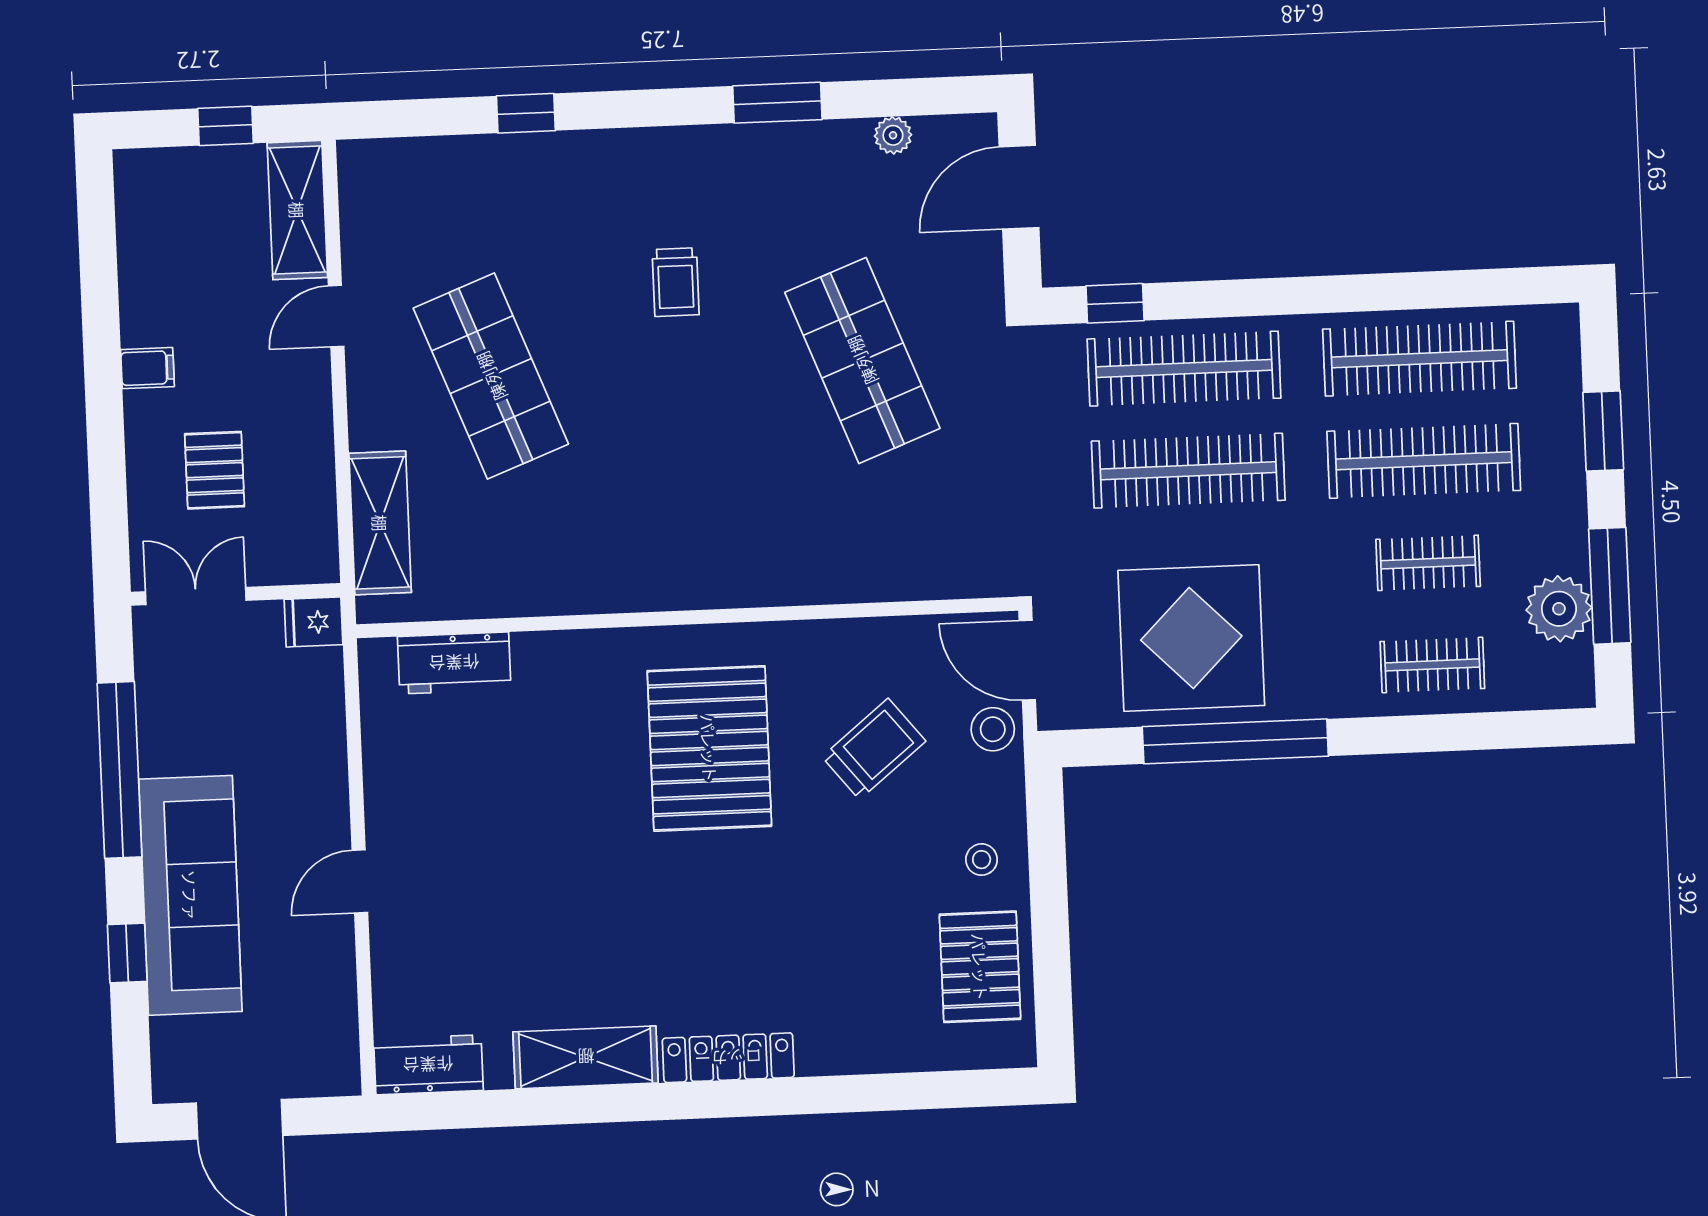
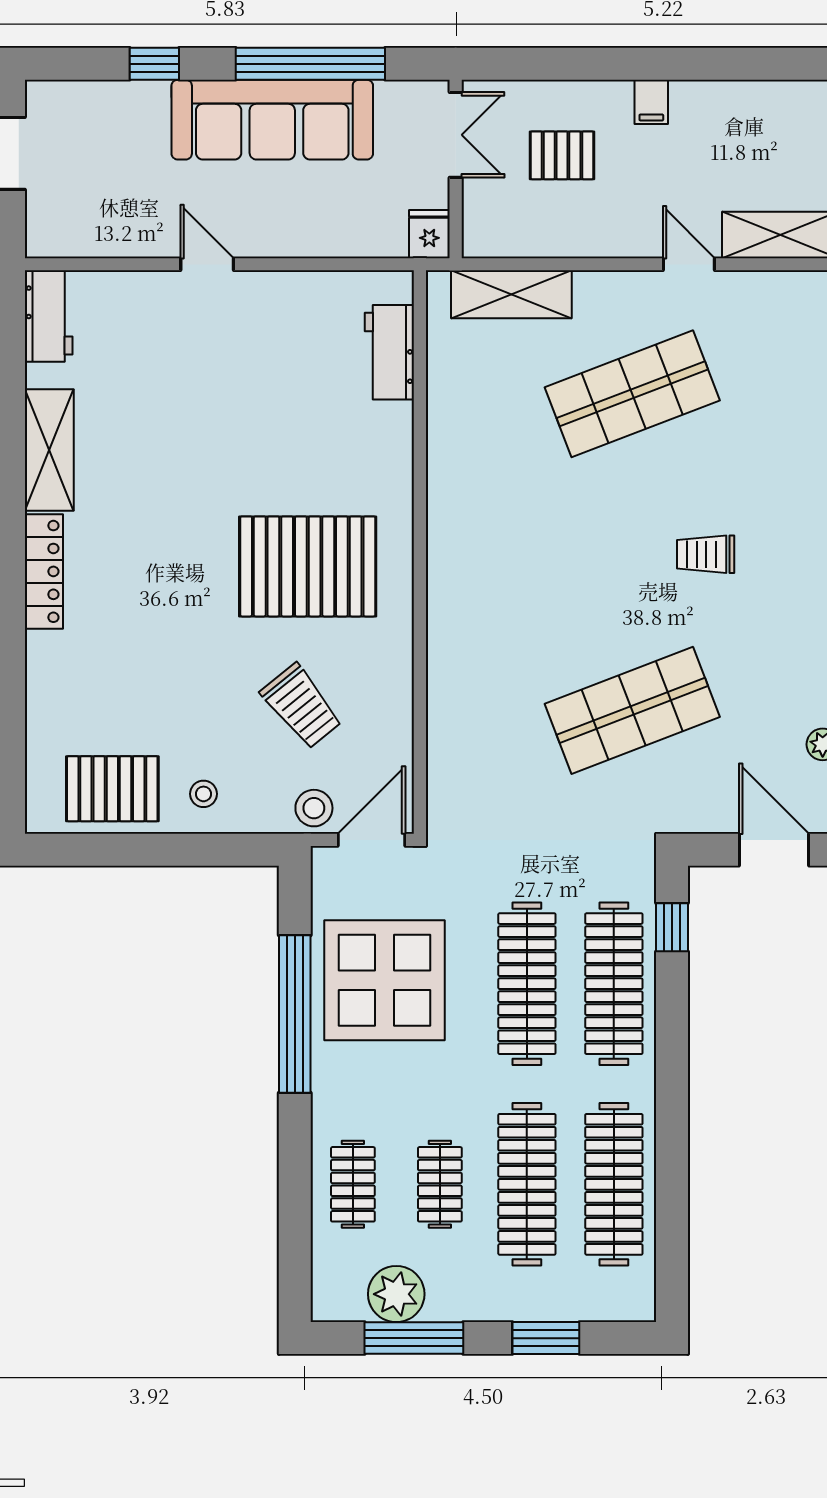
sofa: (190, 895) -> (272, 120), moved

